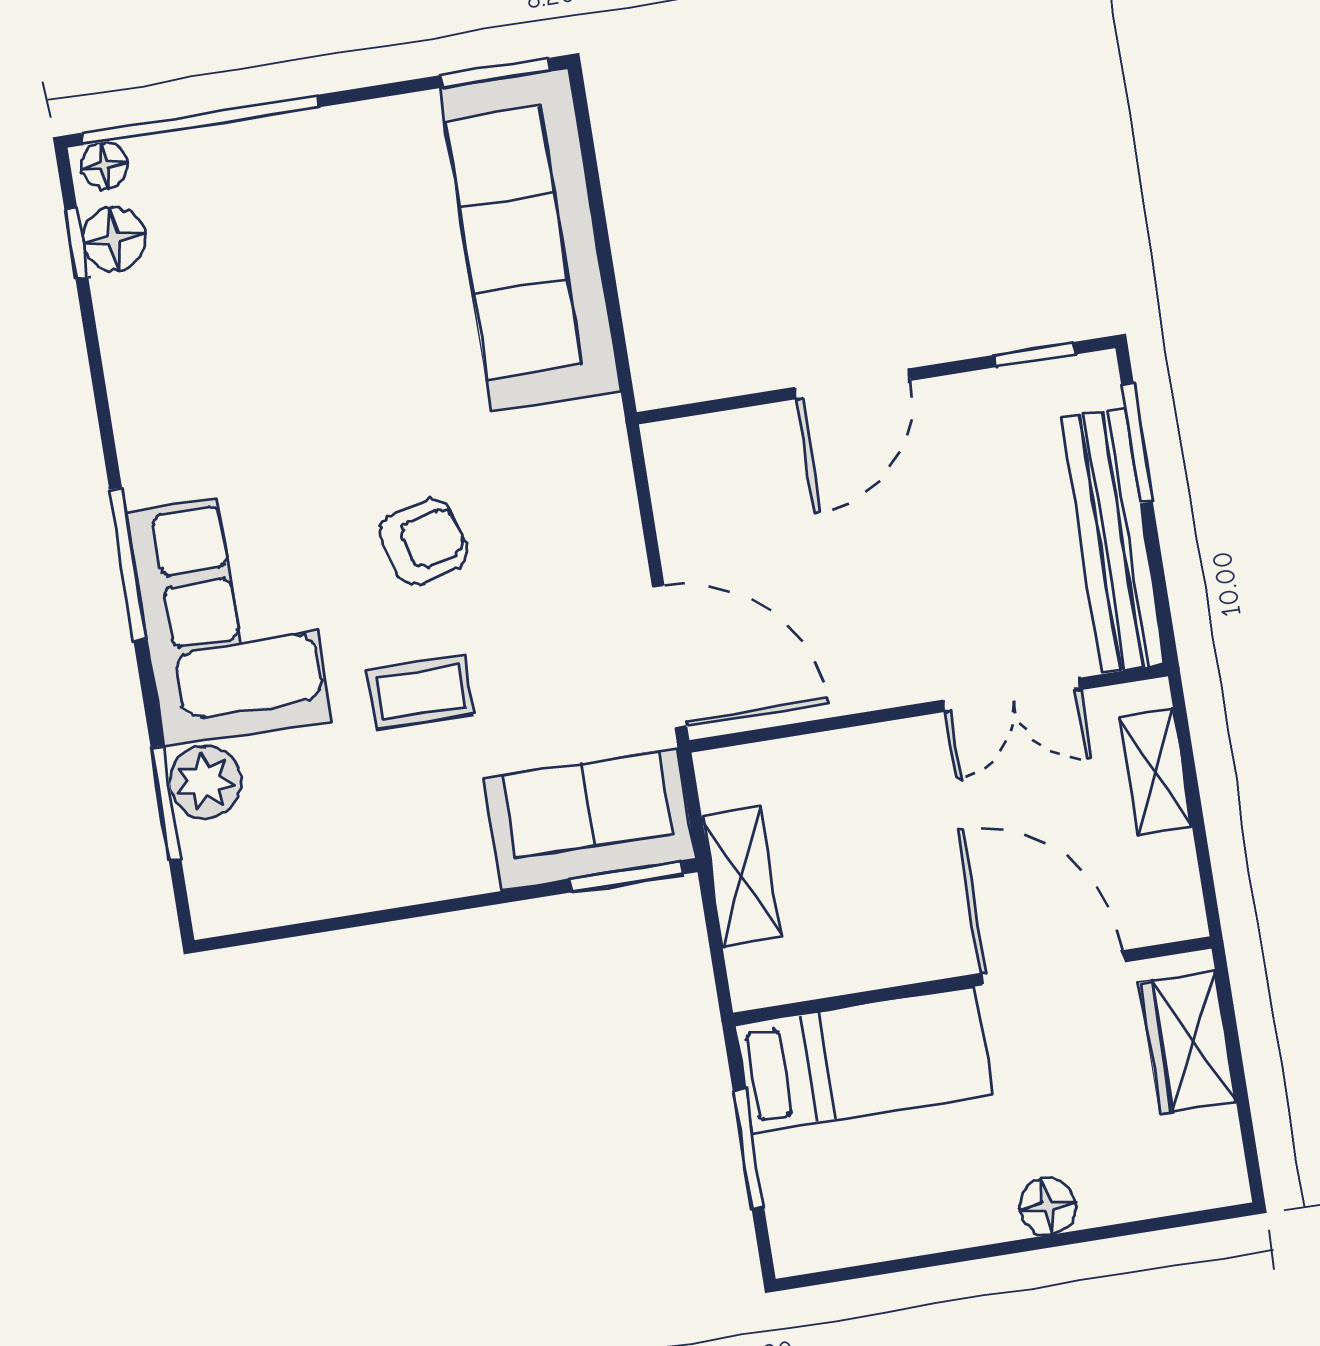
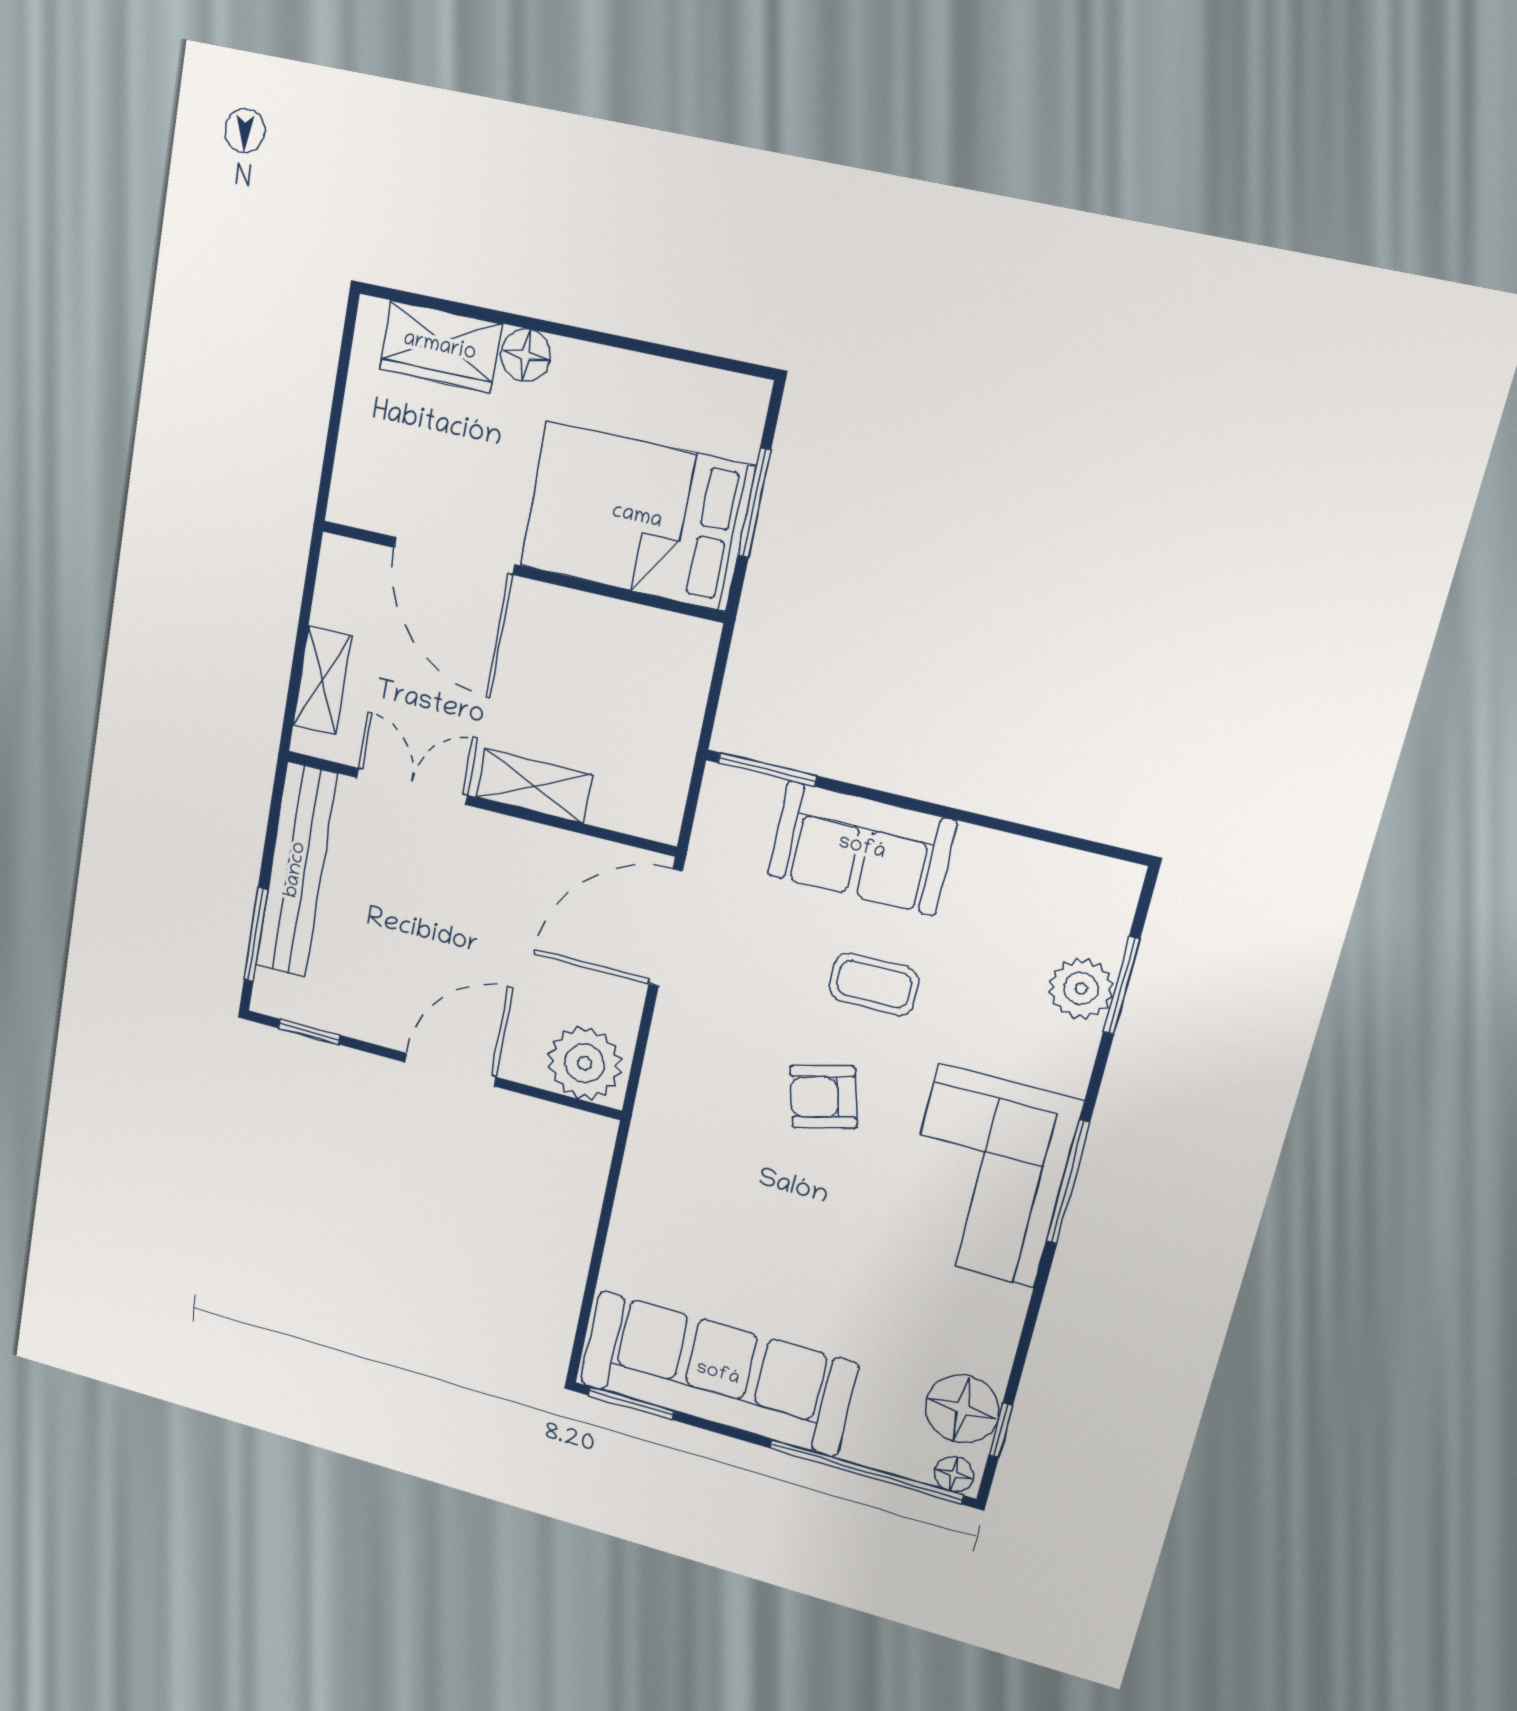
floor lamp: (114, 239) -> (962, 1409), width x1.38, depth x1.38
sofa: (530, 240) -> (718, 1374), moved, turned -90
plant: (702, 461) -> (585, 1063), added
corner sofa: (228, 616) -> (986, 1176), moved
door: (670, 657) -> (666, 928), hinge flipped
sofa: (590, 819) -> (862, 848), moved
shelving: (741, 876) -> (534, 786), moved, turned 90
wardrobe: (1188, 1042) -> (440, 347), moved, turned 90
bed: (863, 1060) -> (637, 517), width x1.50

